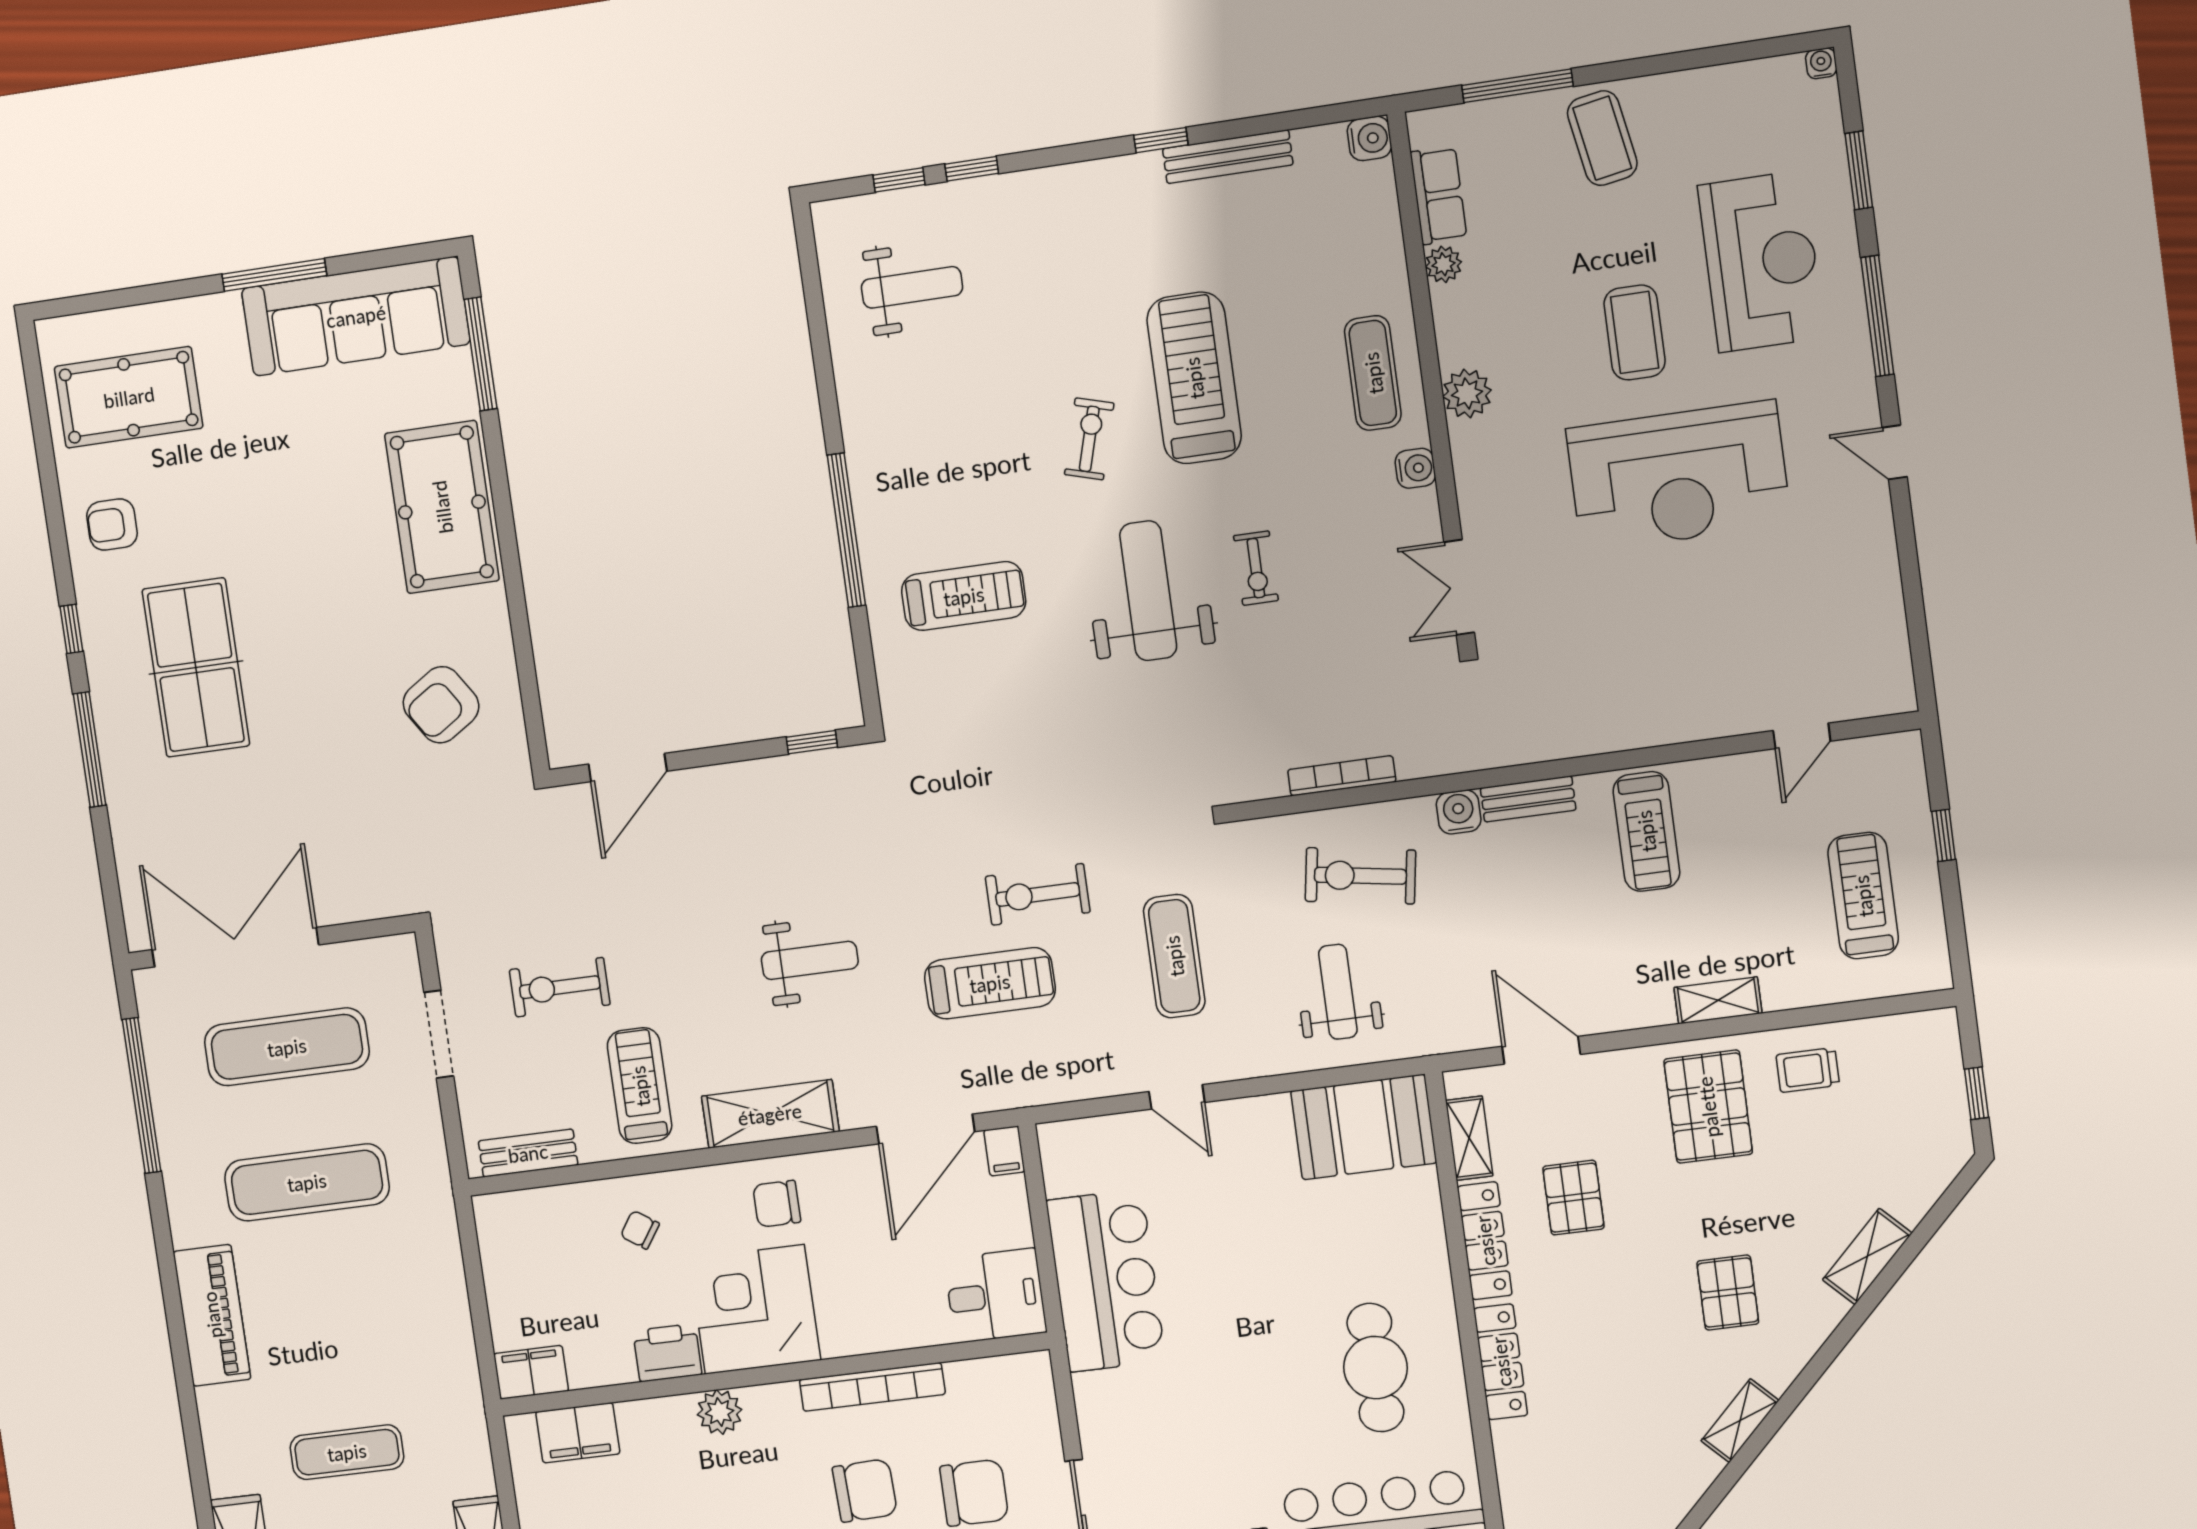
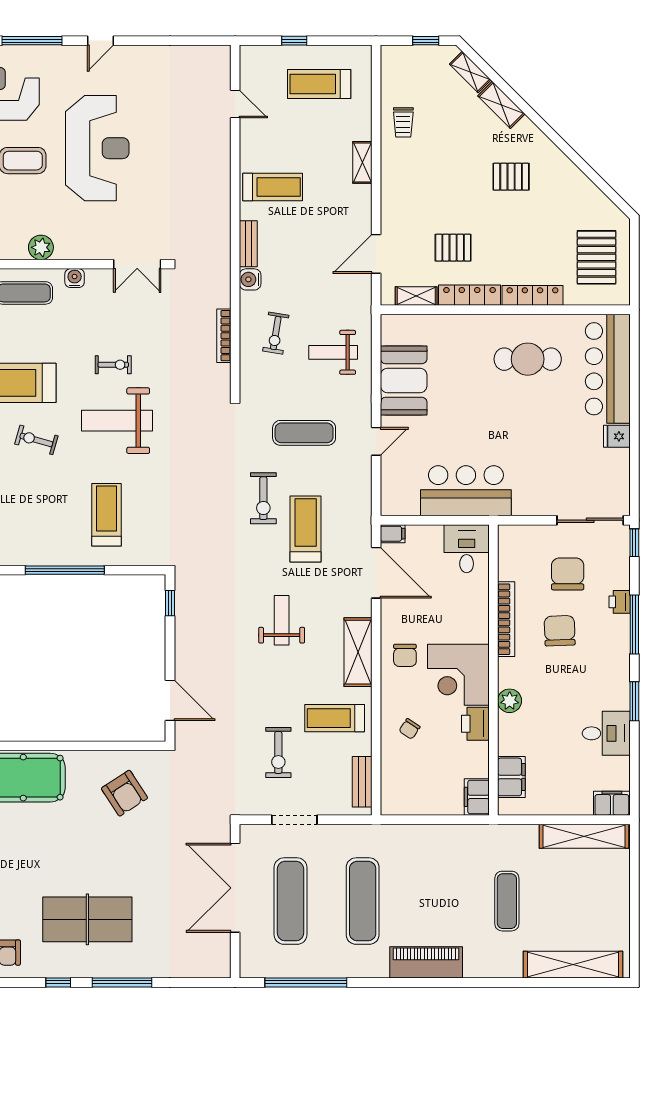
exercise bike: (1360, 876) -> (276, 333), width x0.73, depth x0.72
double door: (235, 947) -> (235, 888), moved
pallet: (1708, 1107) -> (597, 257), moved, turned 90
booth: (1364, 1127) -> (404, 380), moved
shelving: (1740, 1421) -> (470, 72), moved

